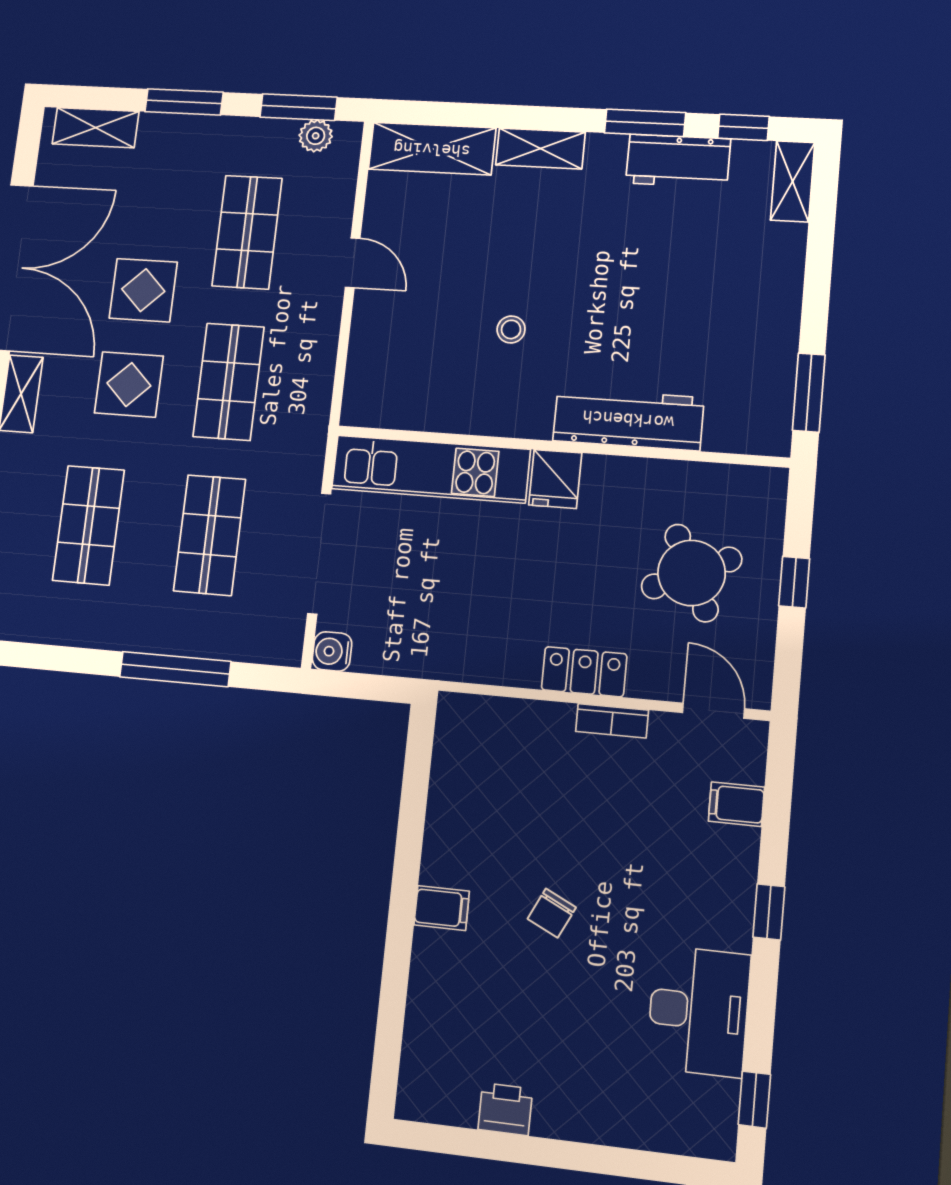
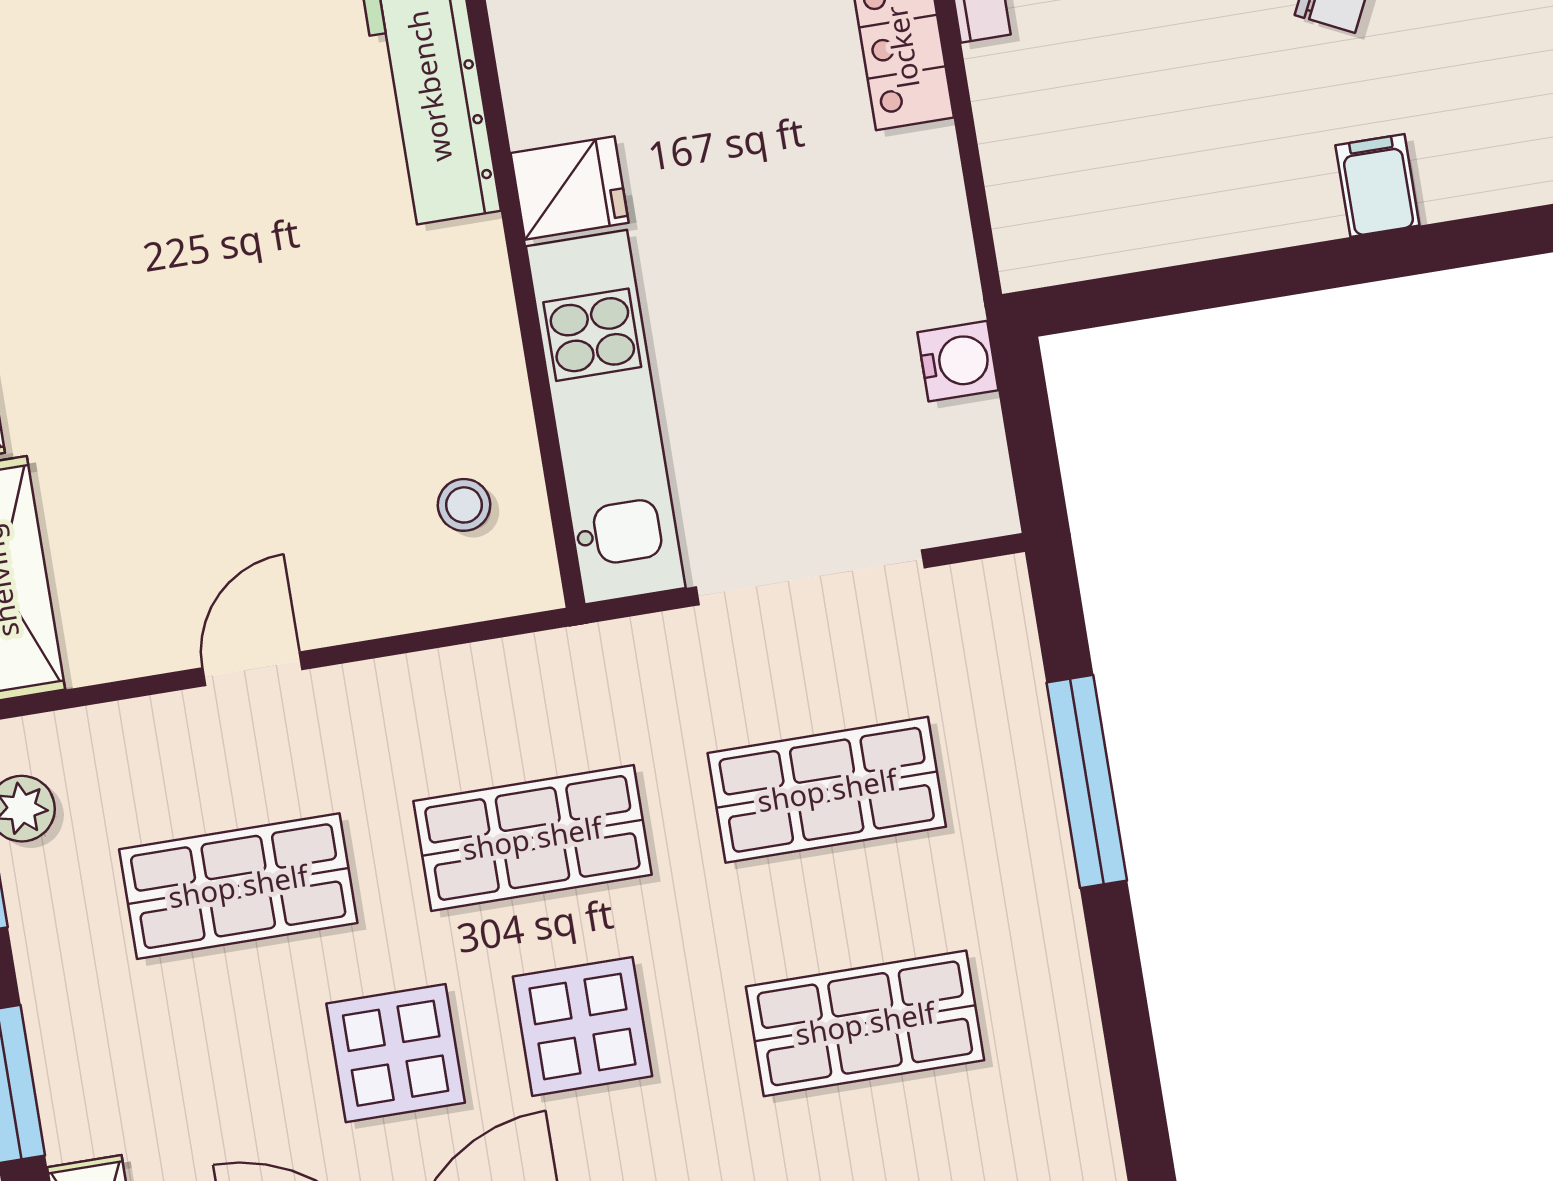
stool: (511, 329) -> (464, 505), moved
water cooler: (332, 651) -> (958, 361), moved, turned -90

